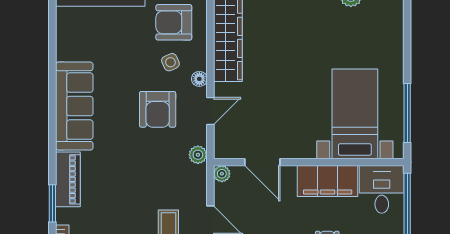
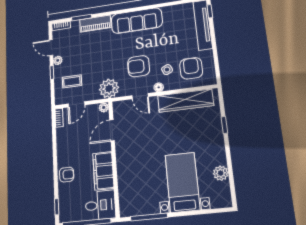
bed with nightstands: (355, 114) -> (182, 182), moved, turned -90
plant: (198, 155) -> (109, 89), width x1.88, depth x1.88

